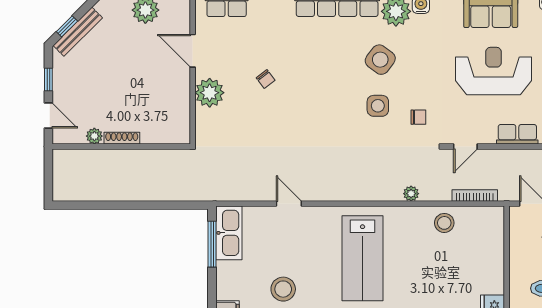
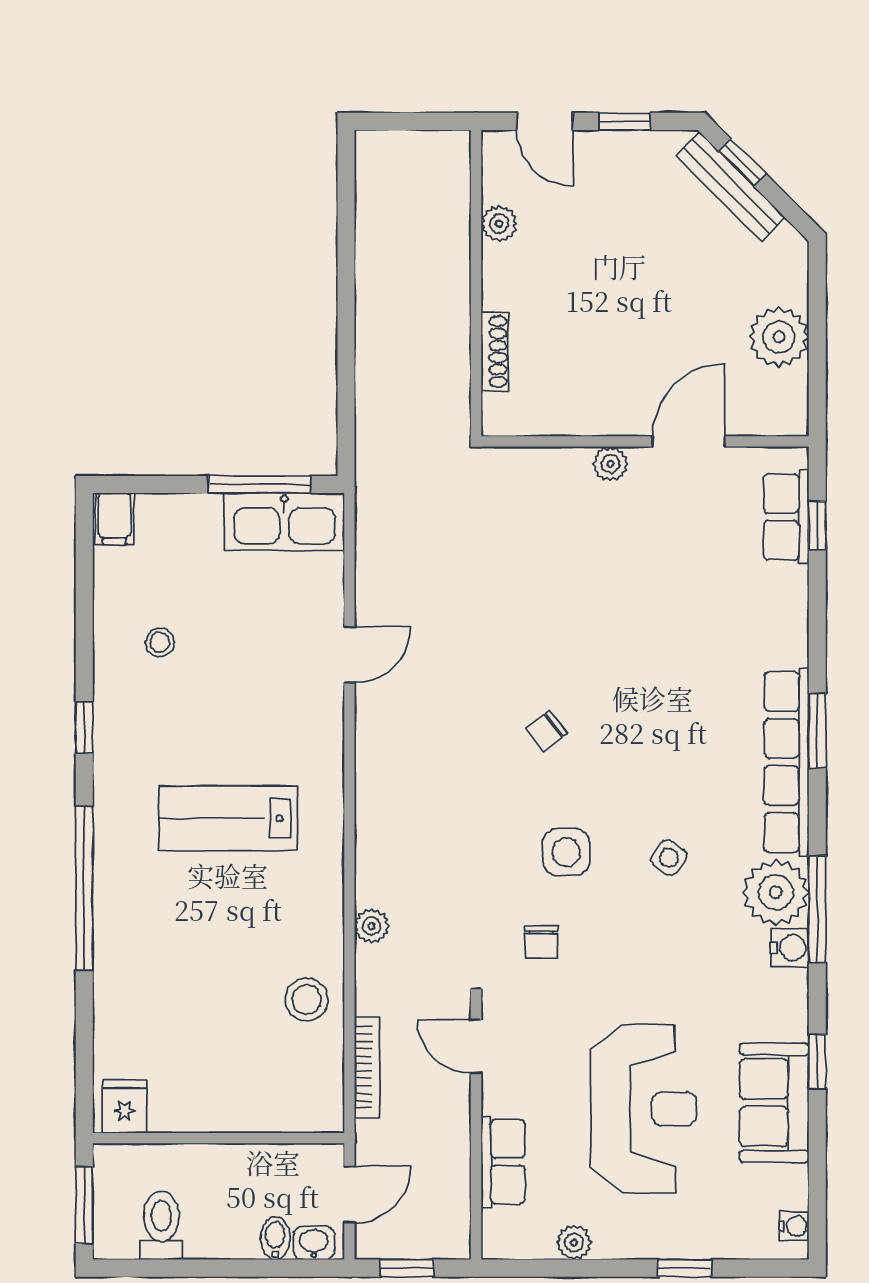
side table: (380, 60) -> (669, 858), width x0.54, depth x0.54
chair: (266, 79) -> (546, 731), moved
plant: (210, 93) -> (610, 464), width x0.53, depth x0.53
door: (48, 115) -> (545, 121), hinge flipped
shoe rack: (122, 138) -> (494, 352), moved
lab bench: (363, 258) -> (228, 818), width x0.73, depth x0.72
stool: (283, 289) -> (160, 642), width x0.53, depth x0.53

